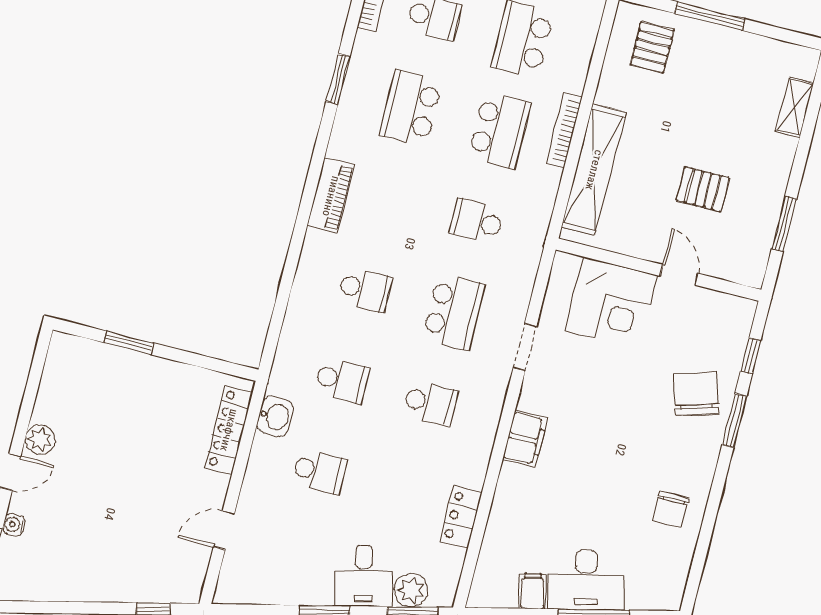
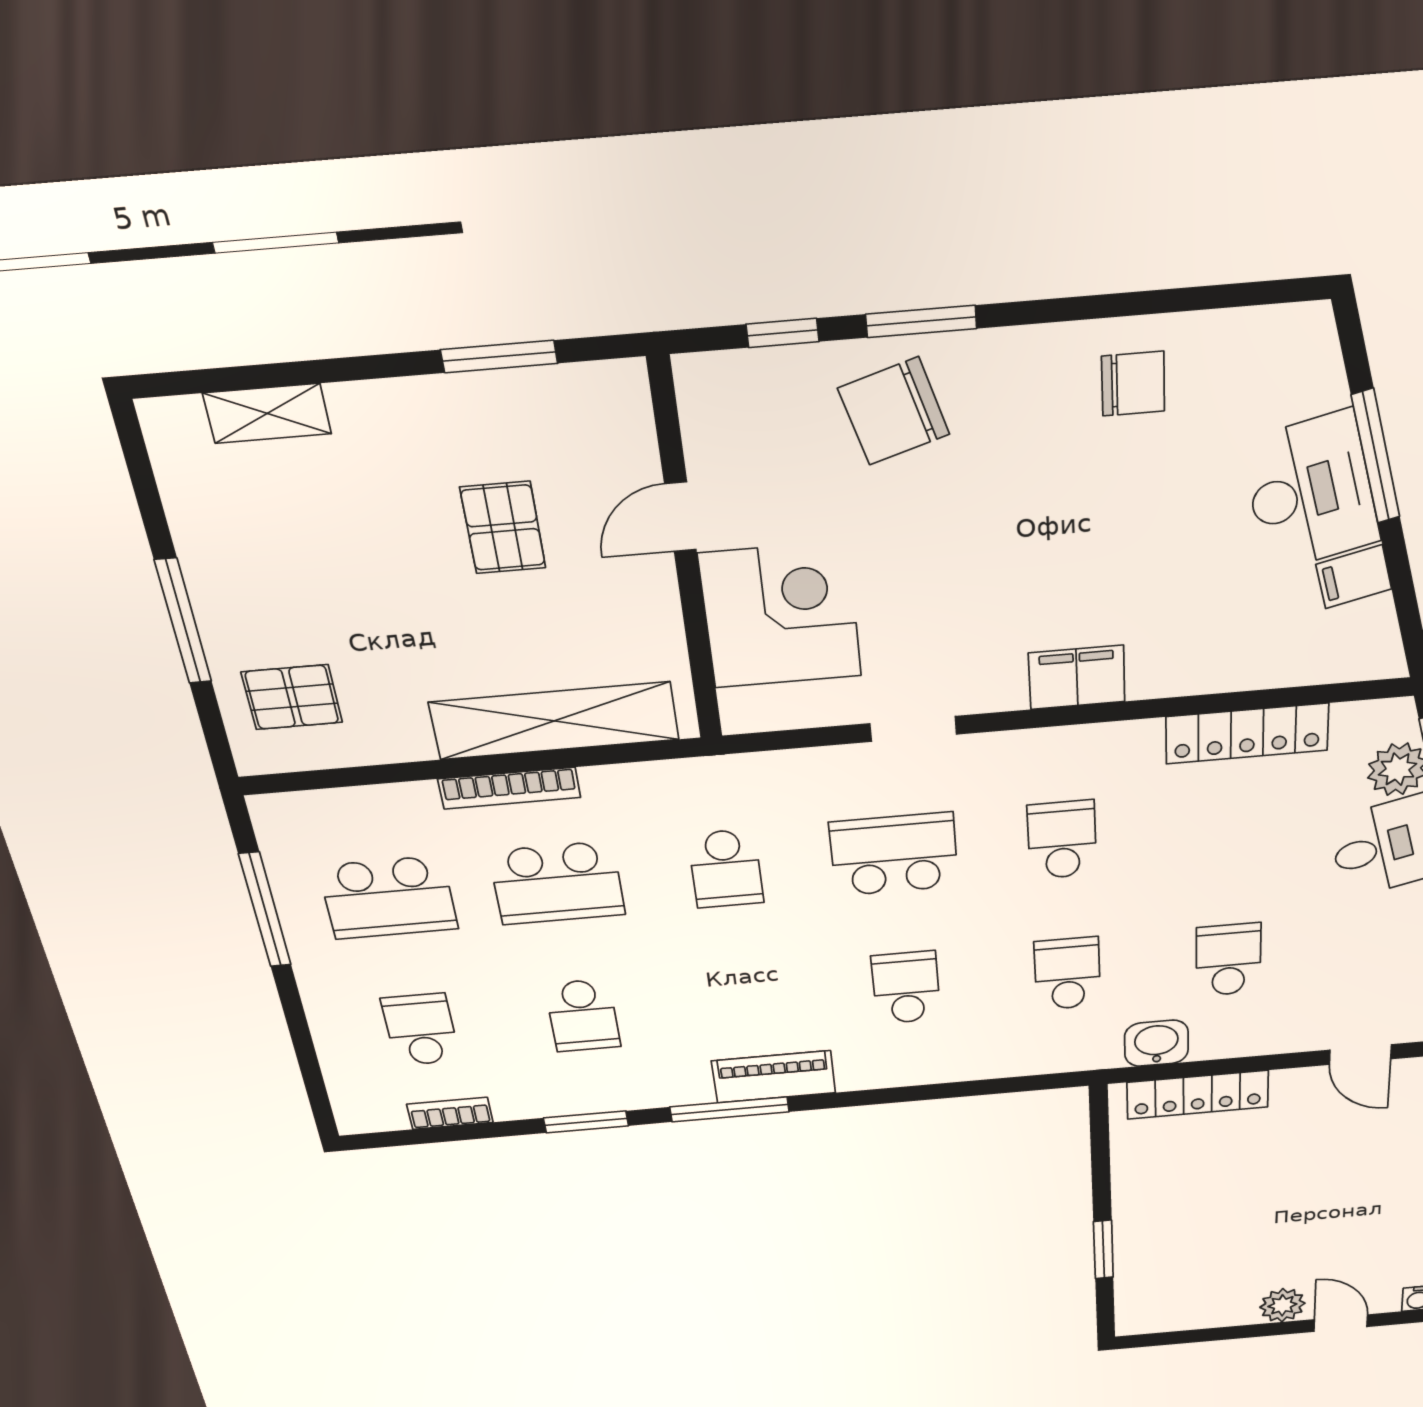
school desk: (411, 108) -> (583, 1016), width x0.54
school desk: (499, 130) -> (557, 883), turned 180
window: (317, 162) -> (730, 1109), added
locker: (461, 517) -> (1247, 734), width x1.53

